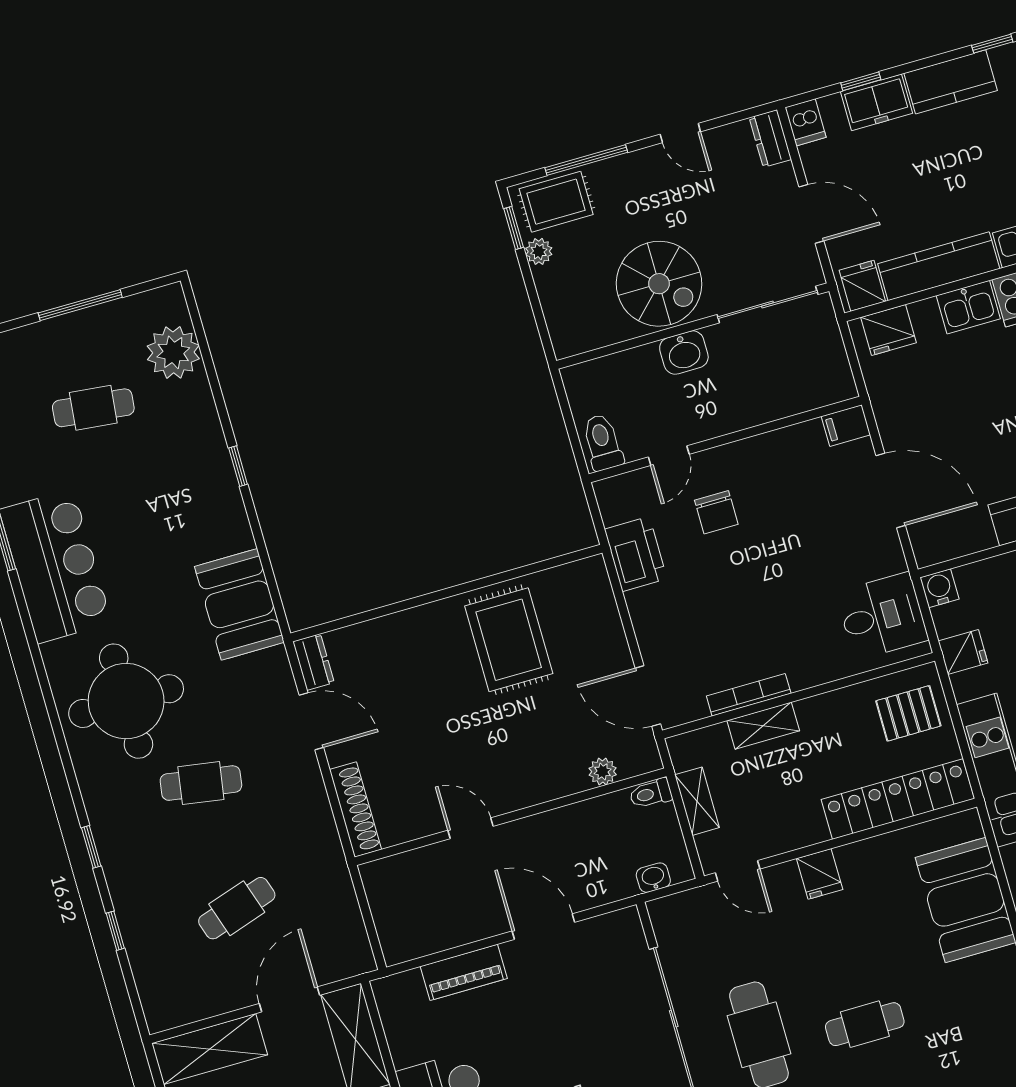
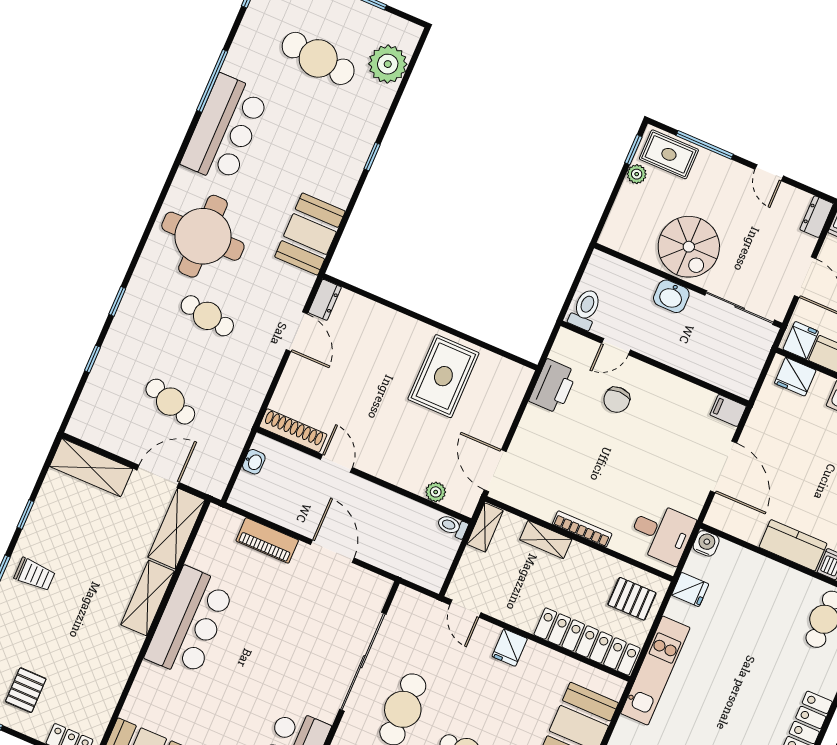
cafe table: (93, 408) -> (318, 58), width x1.37, depth x1.35
bookcase: (749, 695) -> (582, 529), moved
shelving: (697, 801) -> (485, 527), moved
shoe rack: (355, 809) -> (293, 431), moved, turned -90
washbasin: (653, 878) -> (254, 462), moved, turned 90
cafe table: (237, 908) -> (170, 402), turned 36

